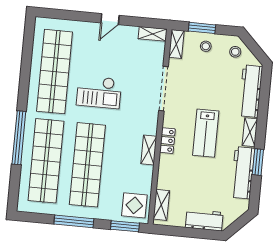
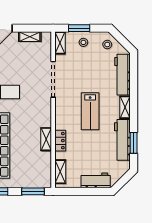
shelving: (153, 34) -> (30, 37), moved
locker: (167, 141) -> (60, 141), moved
shelving: (149, 150) -> (46, 139), moved
window: (258, 162) -> (134, 143), moved
display table: (134, 205) -> (39, 174), removed

